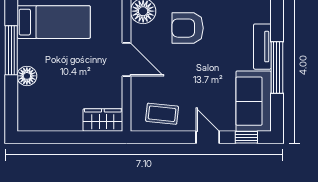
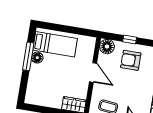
floor lamp: (27, 76) -> (37, 58), moved

